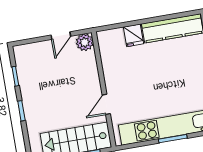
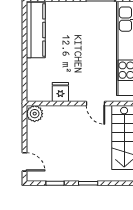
fridge: (133, 35) -> (60, 92), moved, turned -90
door: (61, 36) -> (25, 162), moved

